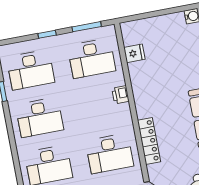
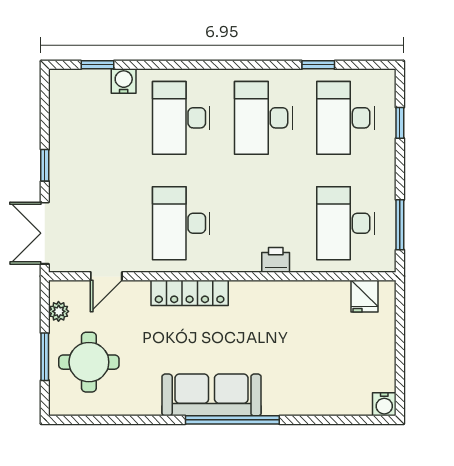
window: (47, 34) -> (400, 123), moved
fridge: (134, 53) -> (364, 296), moved

